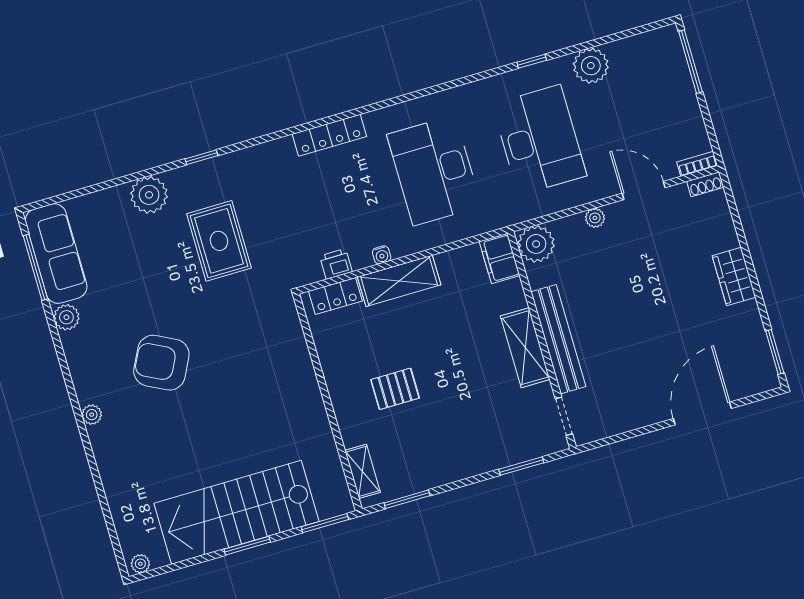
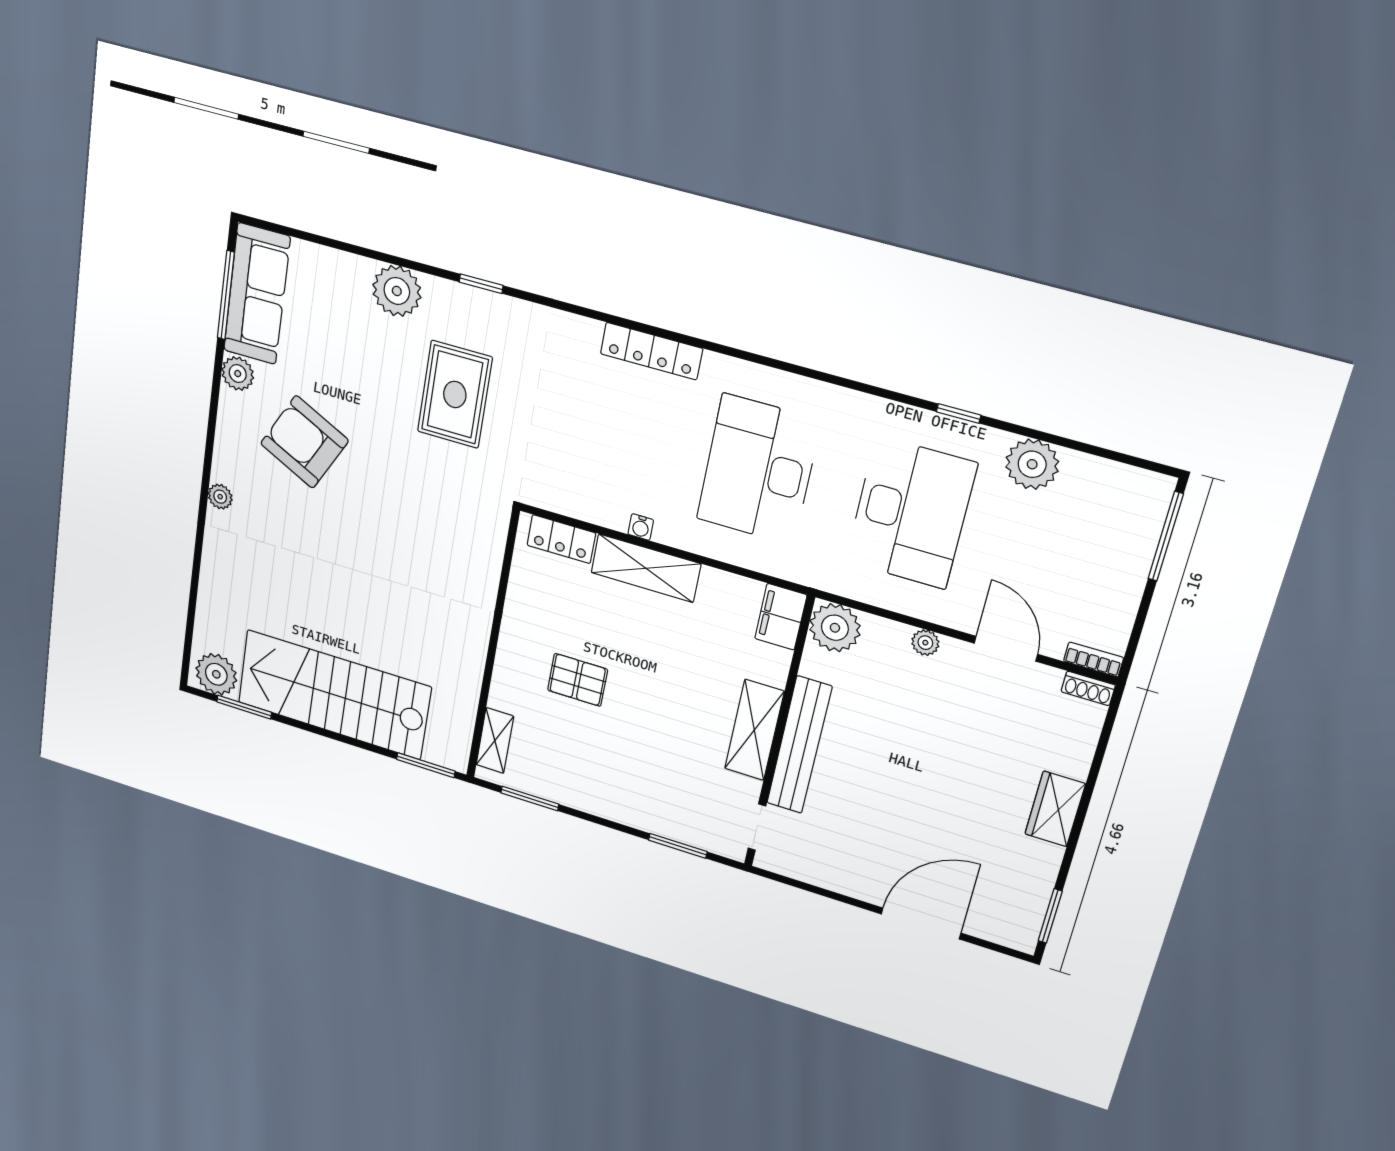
printer: (336, 264) -> (581, 504), removed
armchair: (161, 363) -> (304, 442), moved
window: (247, 546) -> (244, 707), moved
plant: (140, 564) -> (216, 674), width x1.88, depth x1.88

